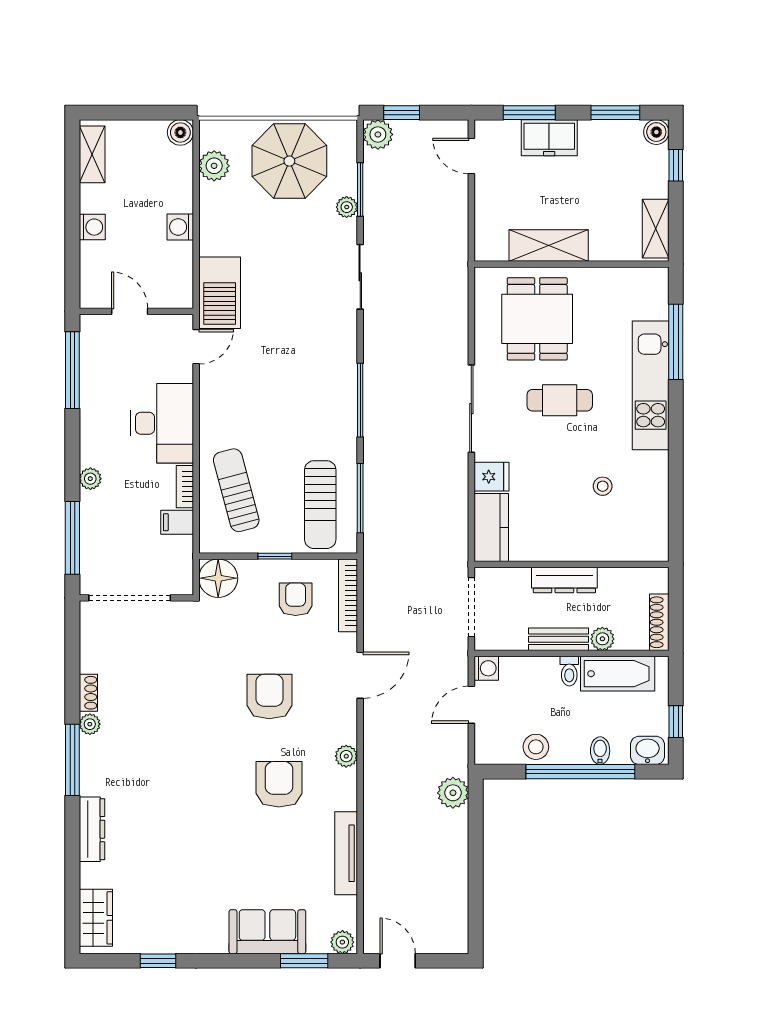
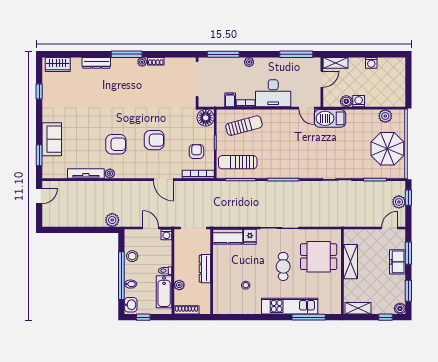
boiler: (180, 132) -> (346, 101), moved
plant: (378, 134) -> (399, 202), moved
shelving: (92, 154) -> (335, 63), moved
plant: (347, 207) -> (367, 174), removed
washing machine: (92, 227) -> (371, 63), moved
armchair: (296, 599) -> (197, 151), turned -90
bench: (559, 639) -> (179, 266), removed
plant: (346, 756) -> (110, 174), moved
plant: (342, 942) -> (47, 172), removed

